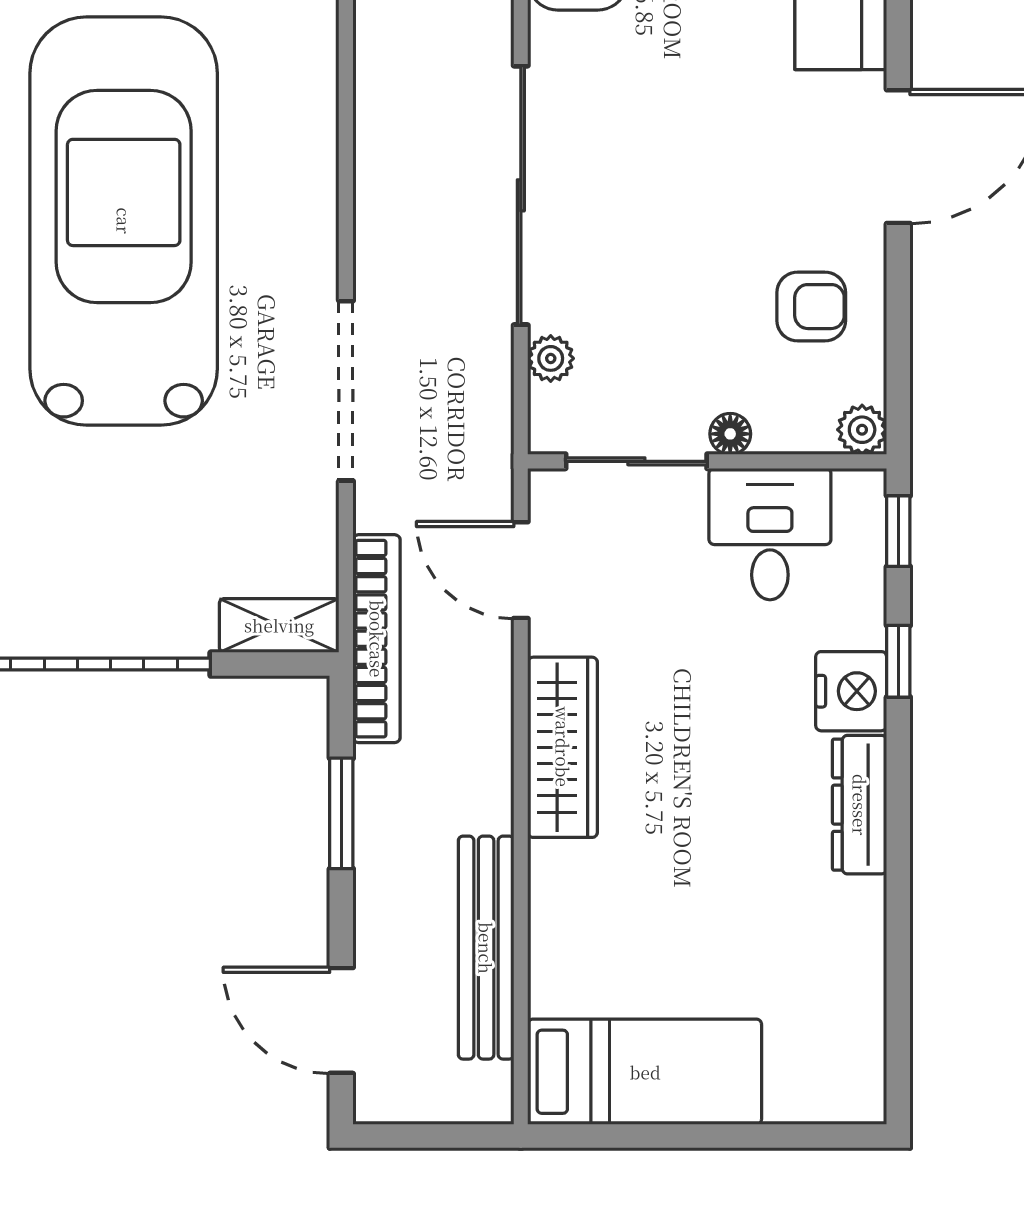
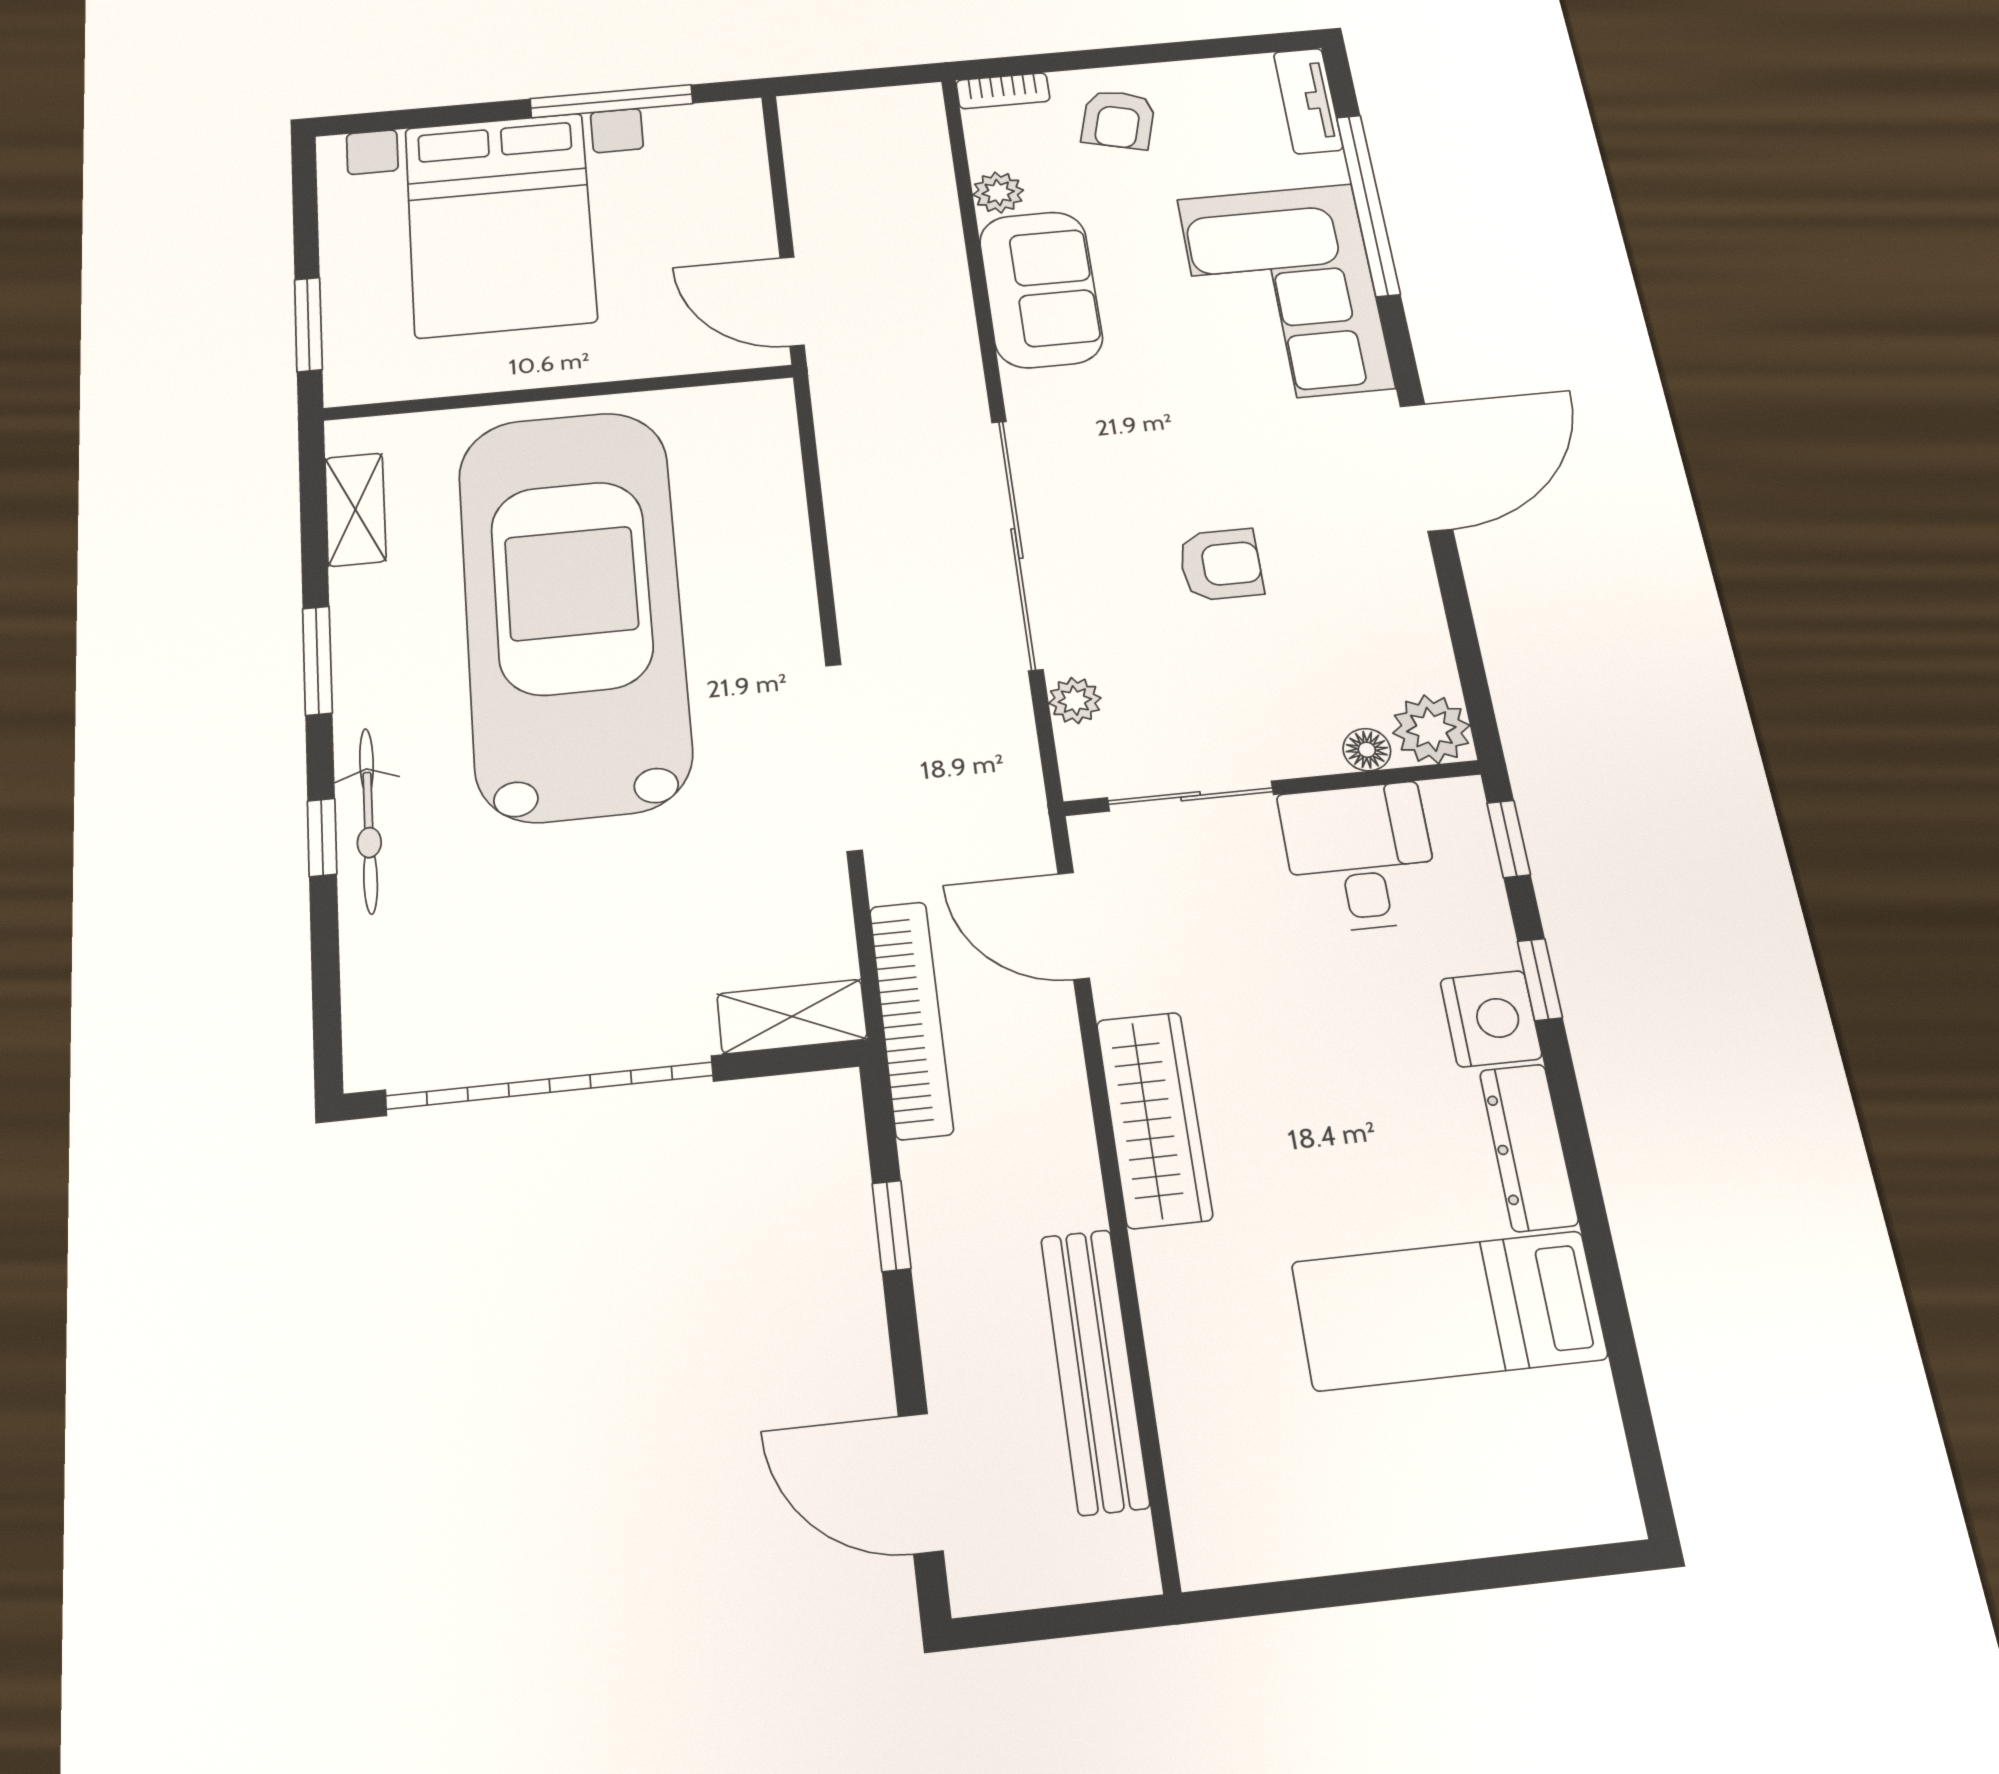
armchair: (811, 307) -> (1221, 565), moved
plant: (862, 430) -> (1431, 729), width x1.38, depth x1.38
floor lamp: (730, 434) -> (1367, 750), moved
window: (341, 813) -> (891, 1226), width x0.67
bed: (645, 1072) -> (1449, 1310), moved, turned 180

